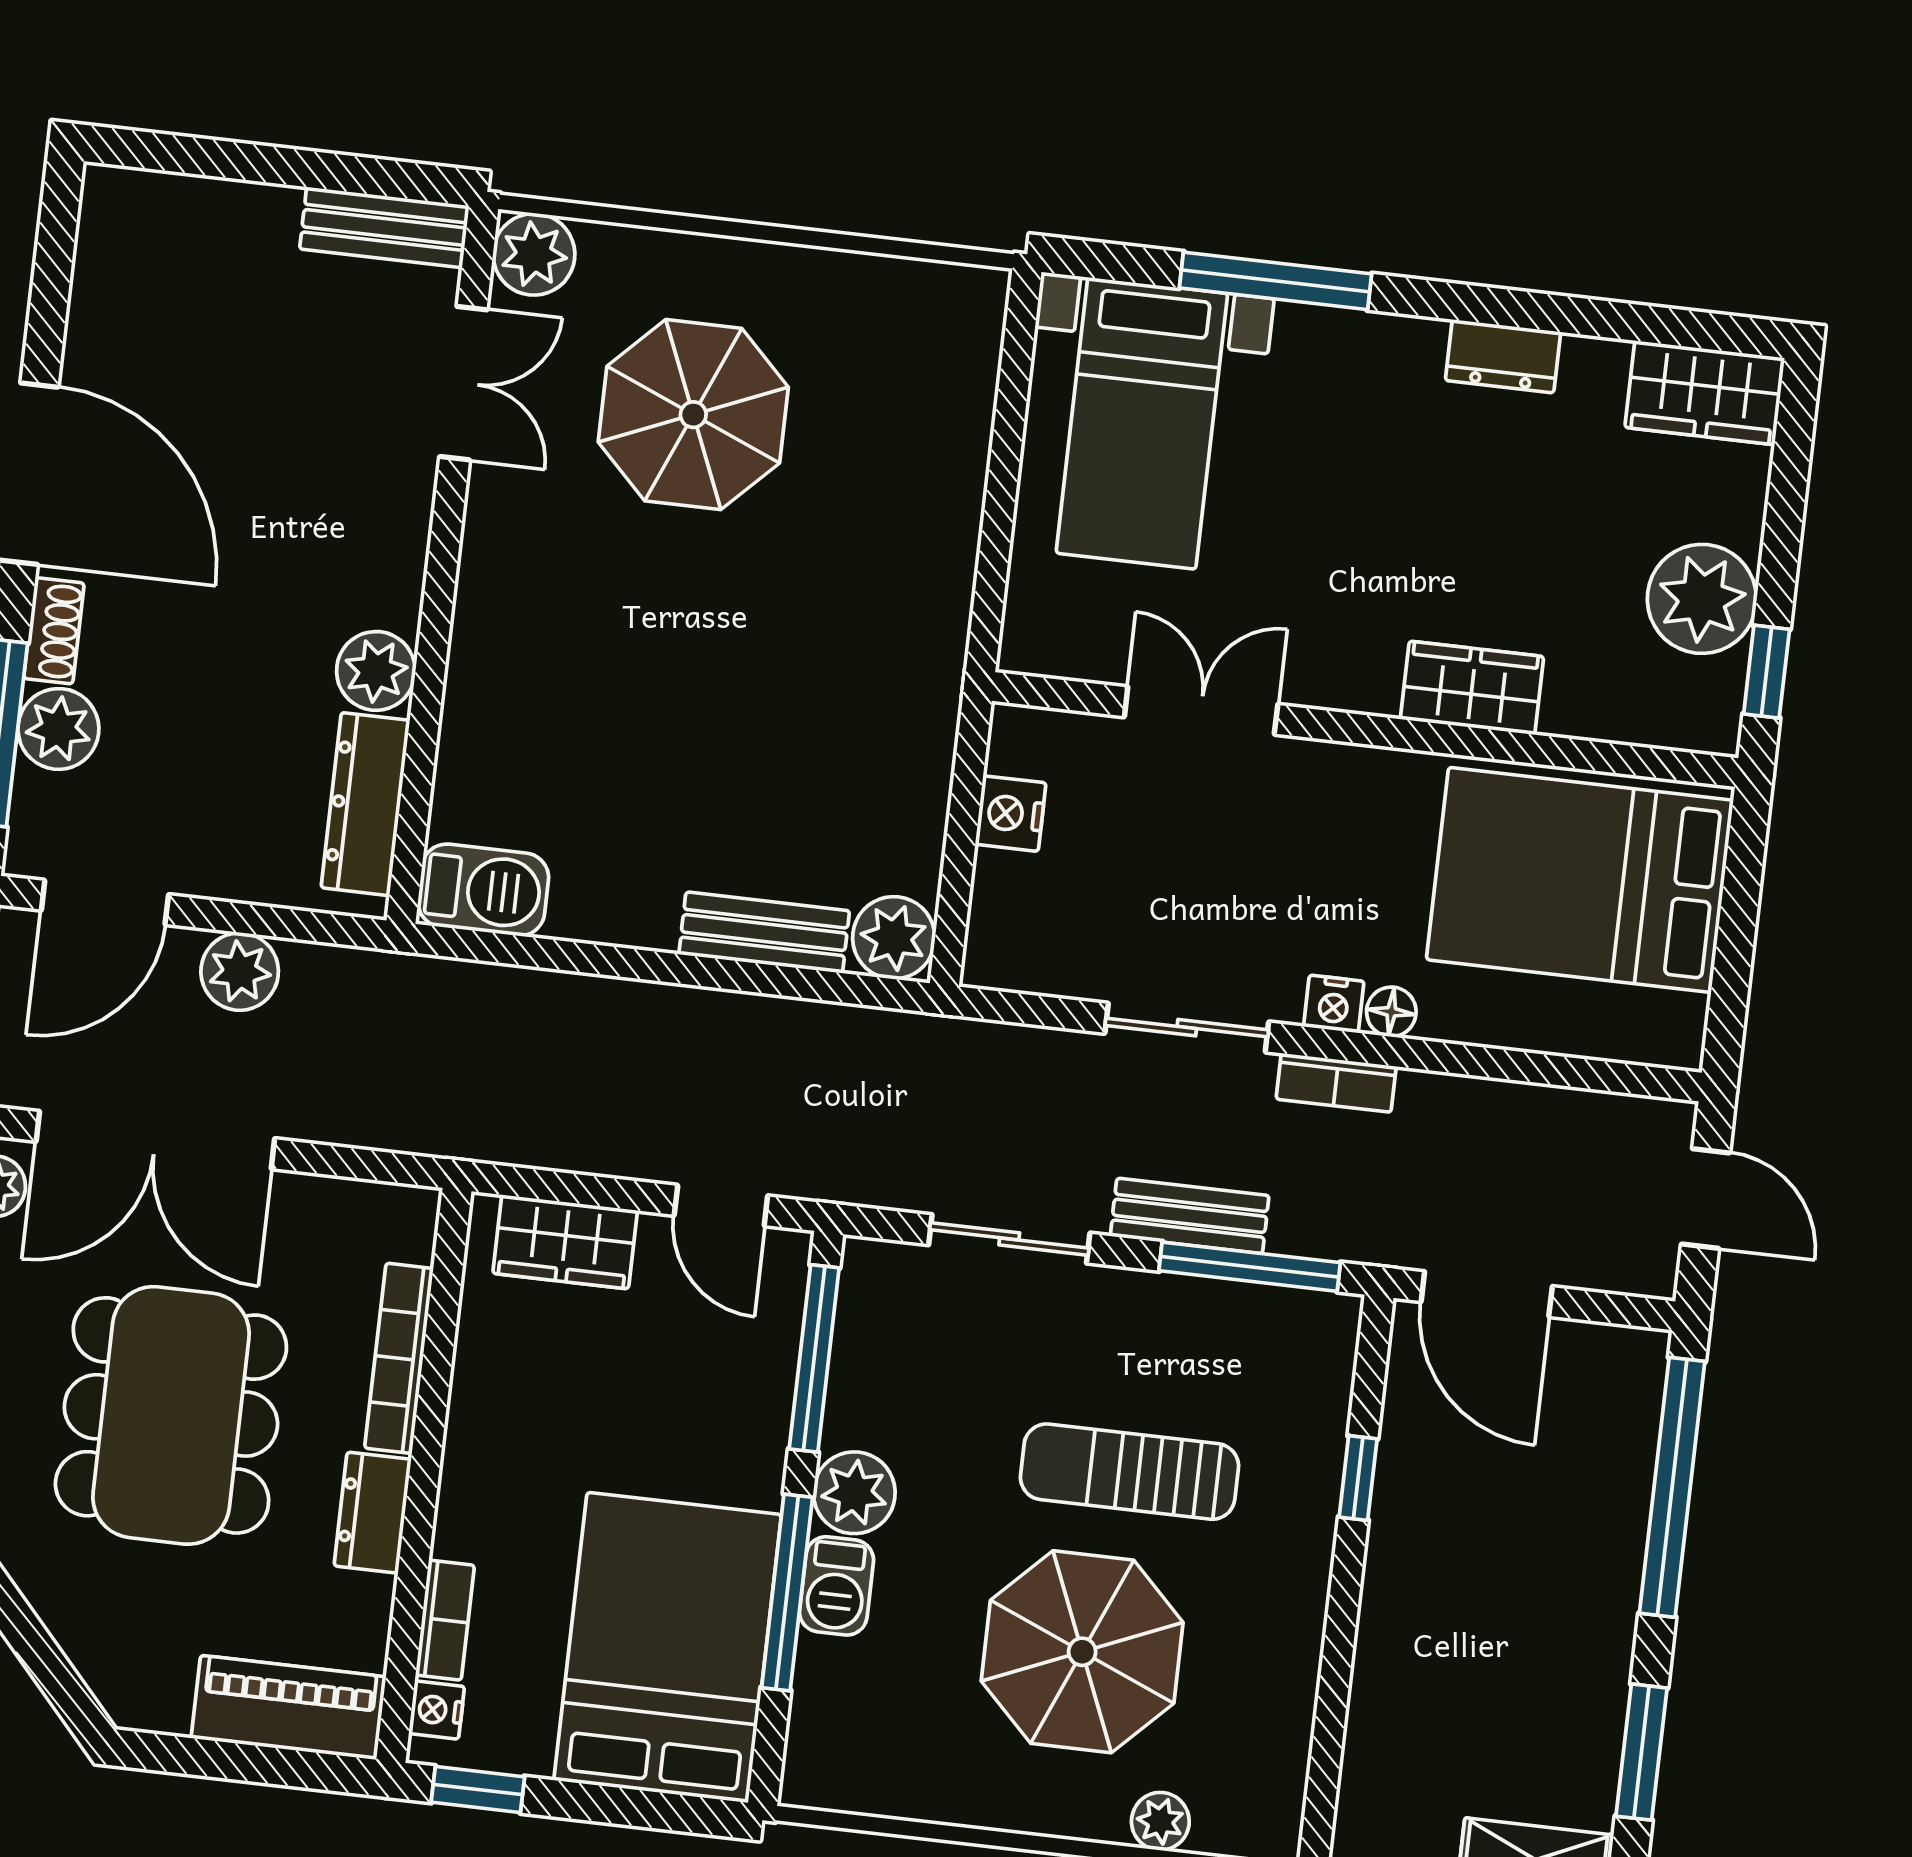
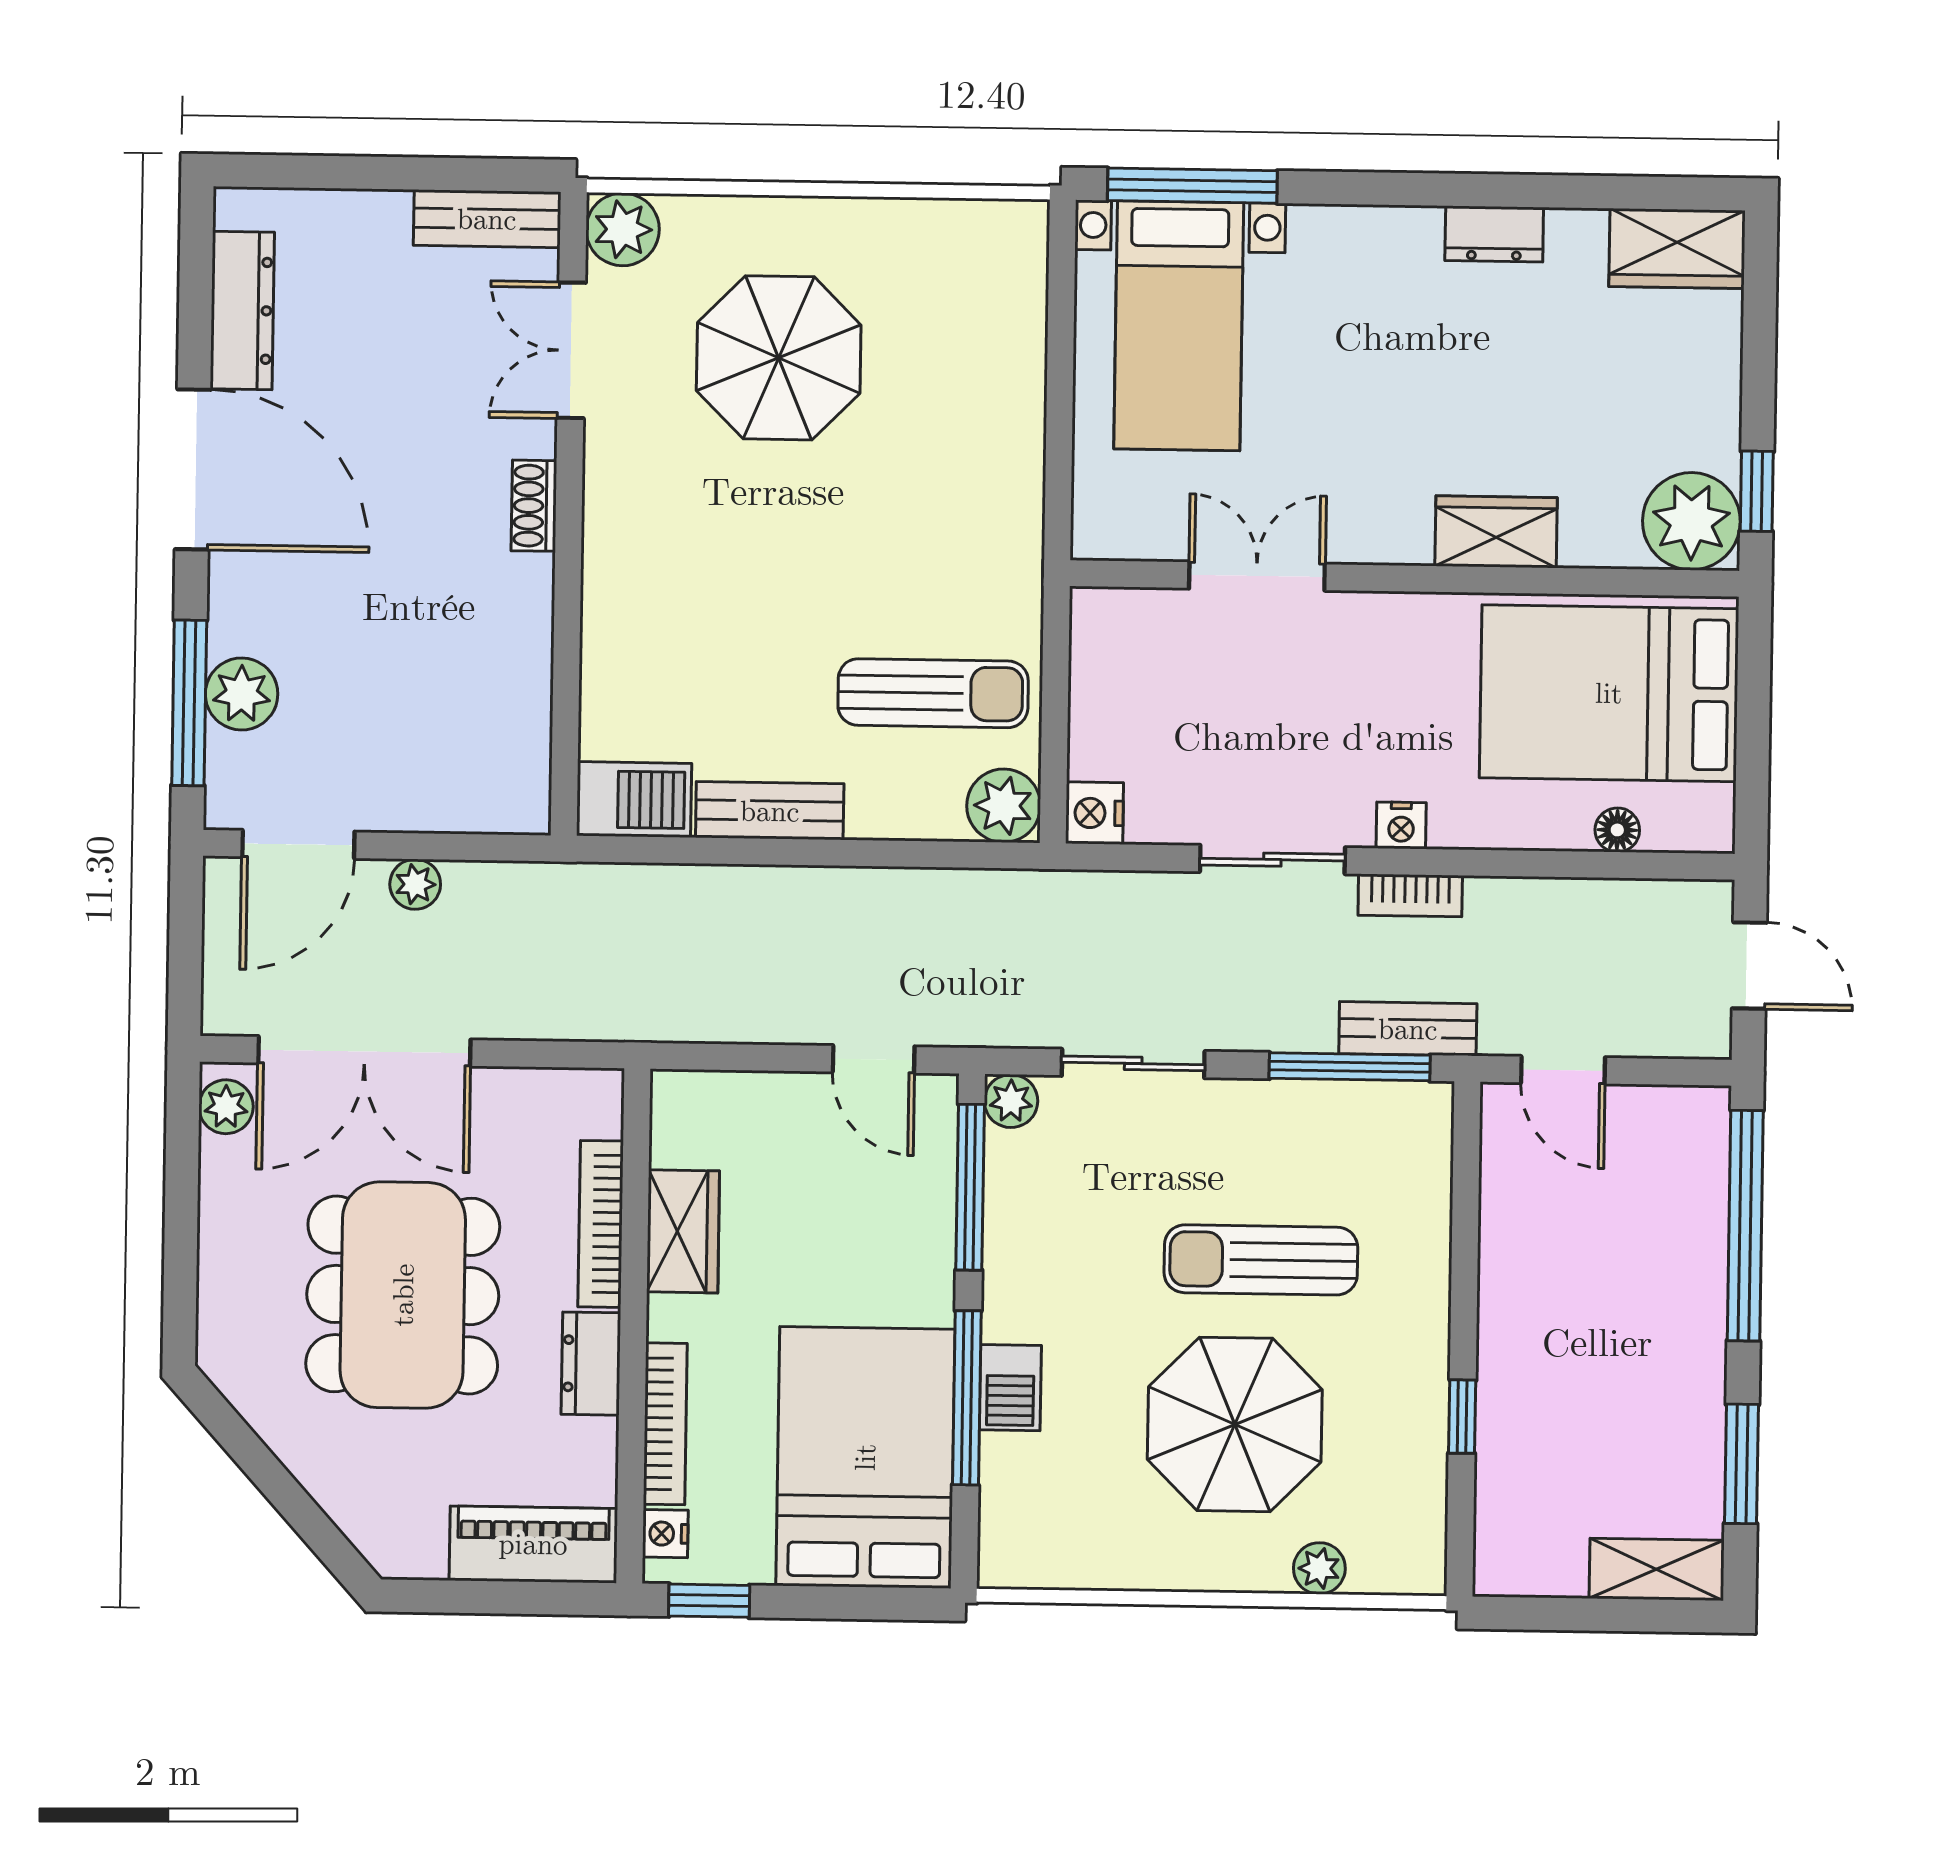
window: (1276, 281) -> (1192, 186), moved
double door: (463, 383) -> (571, 350), swing flipped
plant: (1702, 599) -> (1691, 521), moved
shoe rack: (54, 631) -> (534, 506), moved, turned 180
plant: (376, 671) -> (519, 614), removed
dresser: (365, 804) -> (242, 310), moved, turned 180
sun lounger: (828, 805) -> (933, 693), added
nightstand: (1011, 814) -> (1095, 813), moved
bench: (764, 933) -> (770, 811), moved
plant: (240, 972) -> (415, 884), width x0.73, depth x0.73
floor lamp: (1391, 1012) -> (1617, 830), moved
bench: (1190, 1216) -> (1408, 1029), moved
wardrobe: (565, 1242) -> (683, 1231), moved, turned -90
door: (1487, 1294) -> (1563, 1070), width x0.73
window: (1358, 1478) -> (1462, 1417), moved
plant: (854, 1493) -> (1011, 1101), moved, width x0.73, depth x0.73
bookcase: (445, 1620) -> (665, 1424), width x1.56

